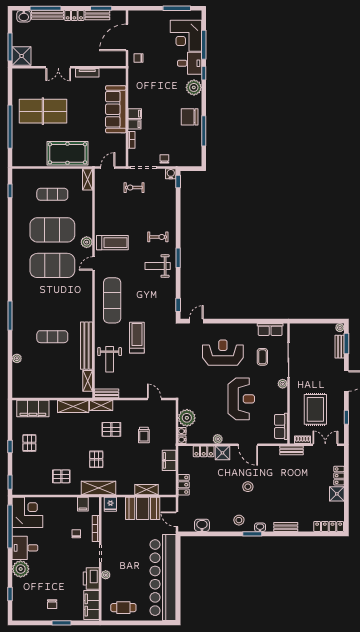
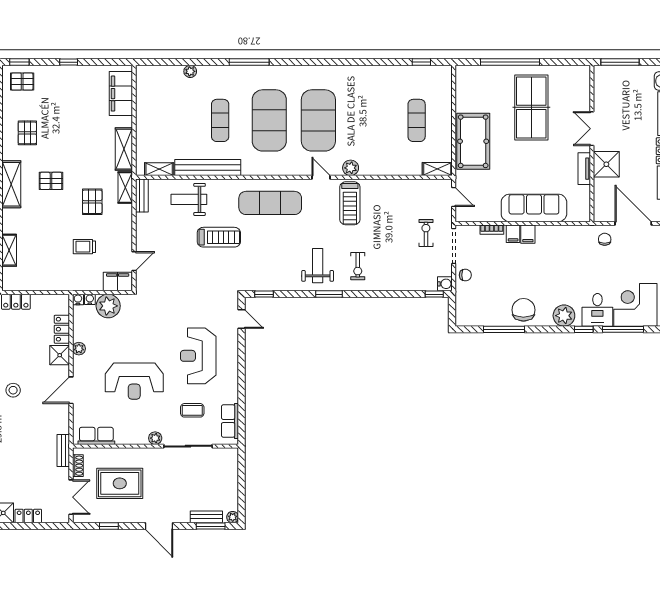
shower: (22, 56) -> (606, 164), moved
exercise mat: (52, 230) -> (269, 120), moved
reception desk: (223, 353) -> (198, 356), turned 180
pallet: (29, 443) -> (22, 82), moved
filing cabinet: (169, 460) -> (118, 282), moved

